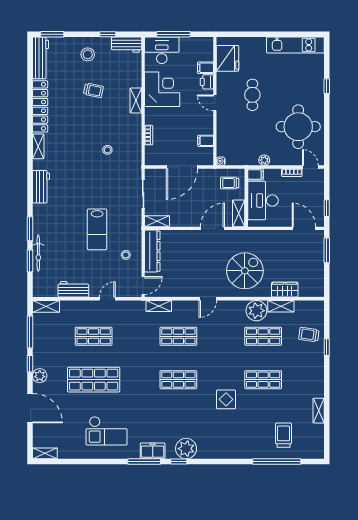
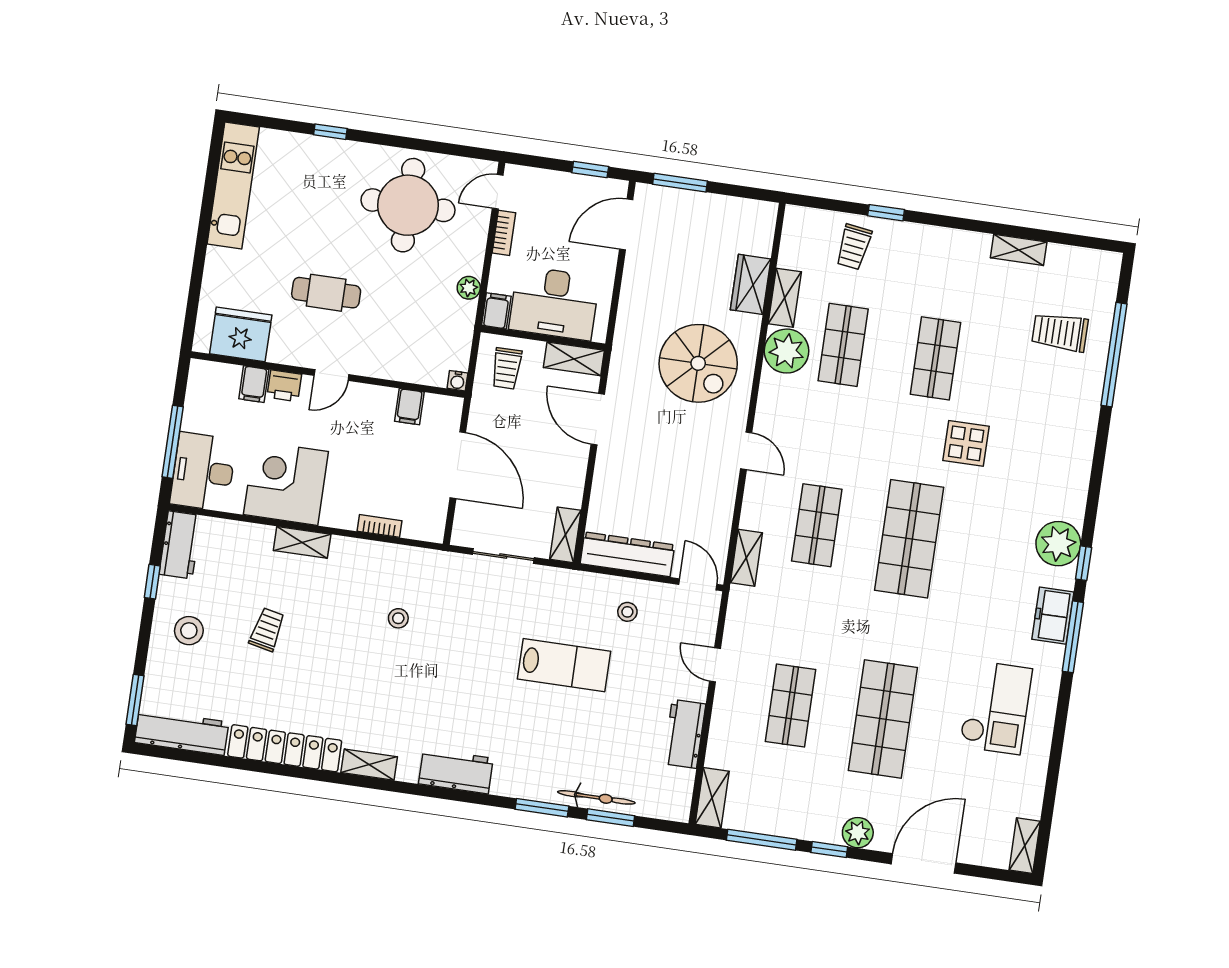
spiral stairs: (245, 271) -> (698, 363), turned 180
shop shelf: (178, 380) -> (909, 539), width x1.43, depth x1.36

